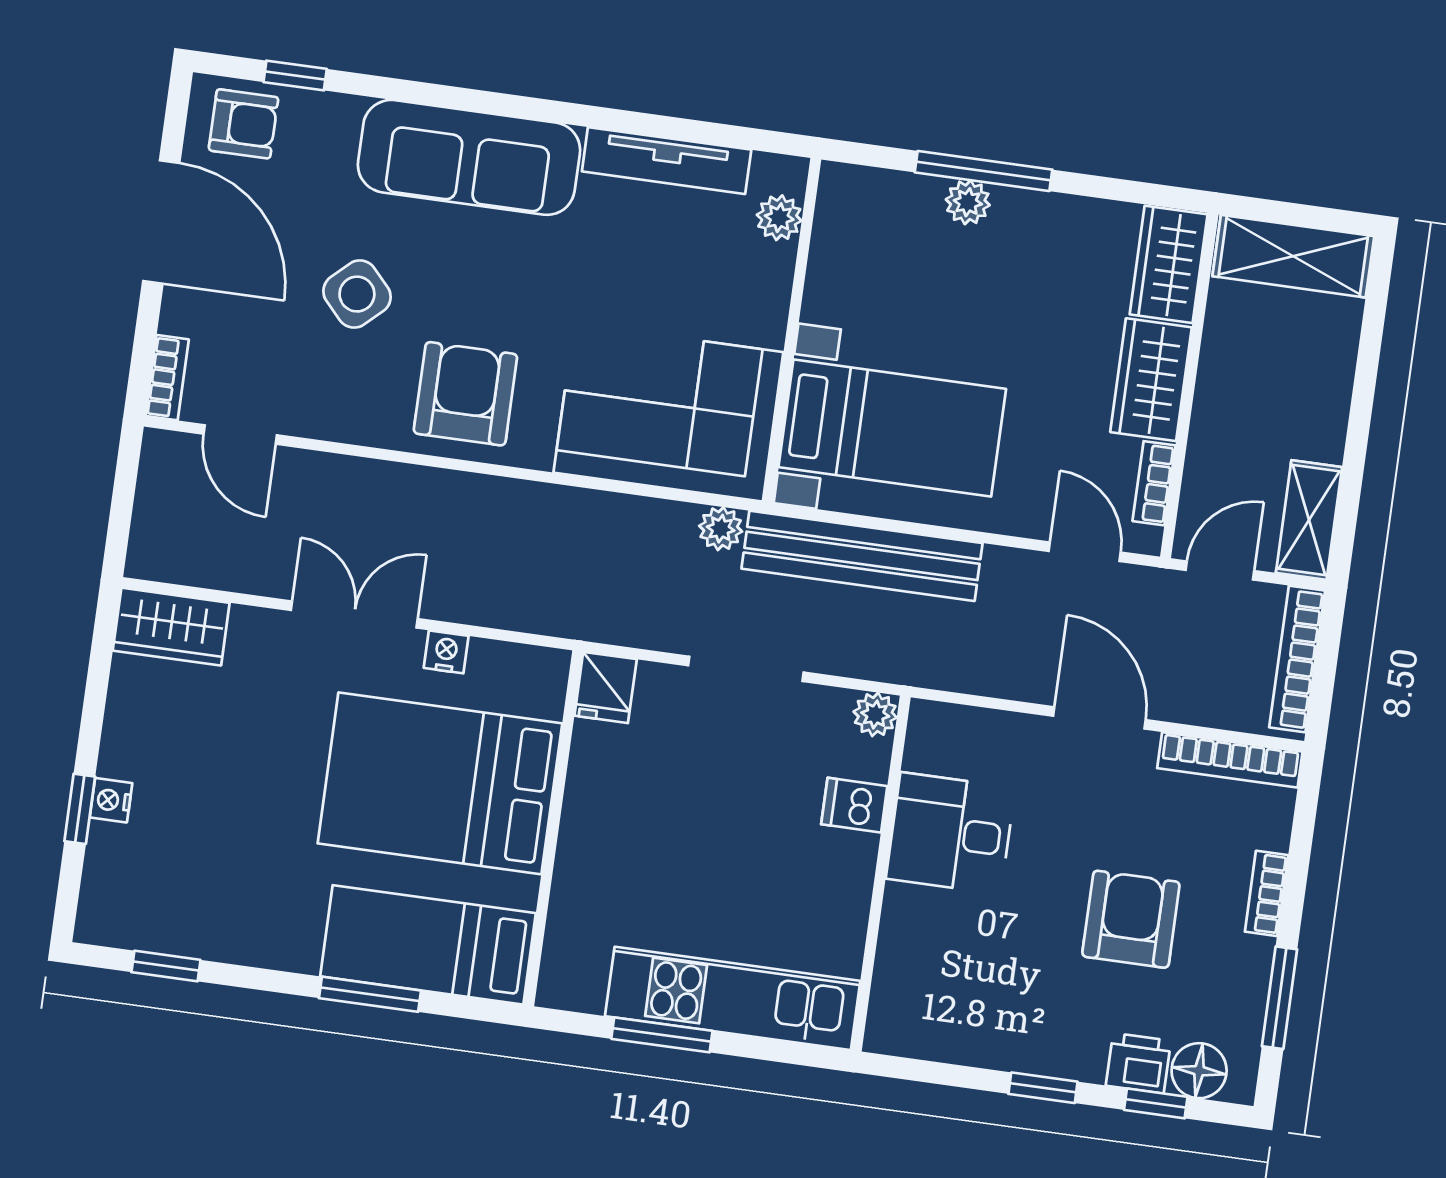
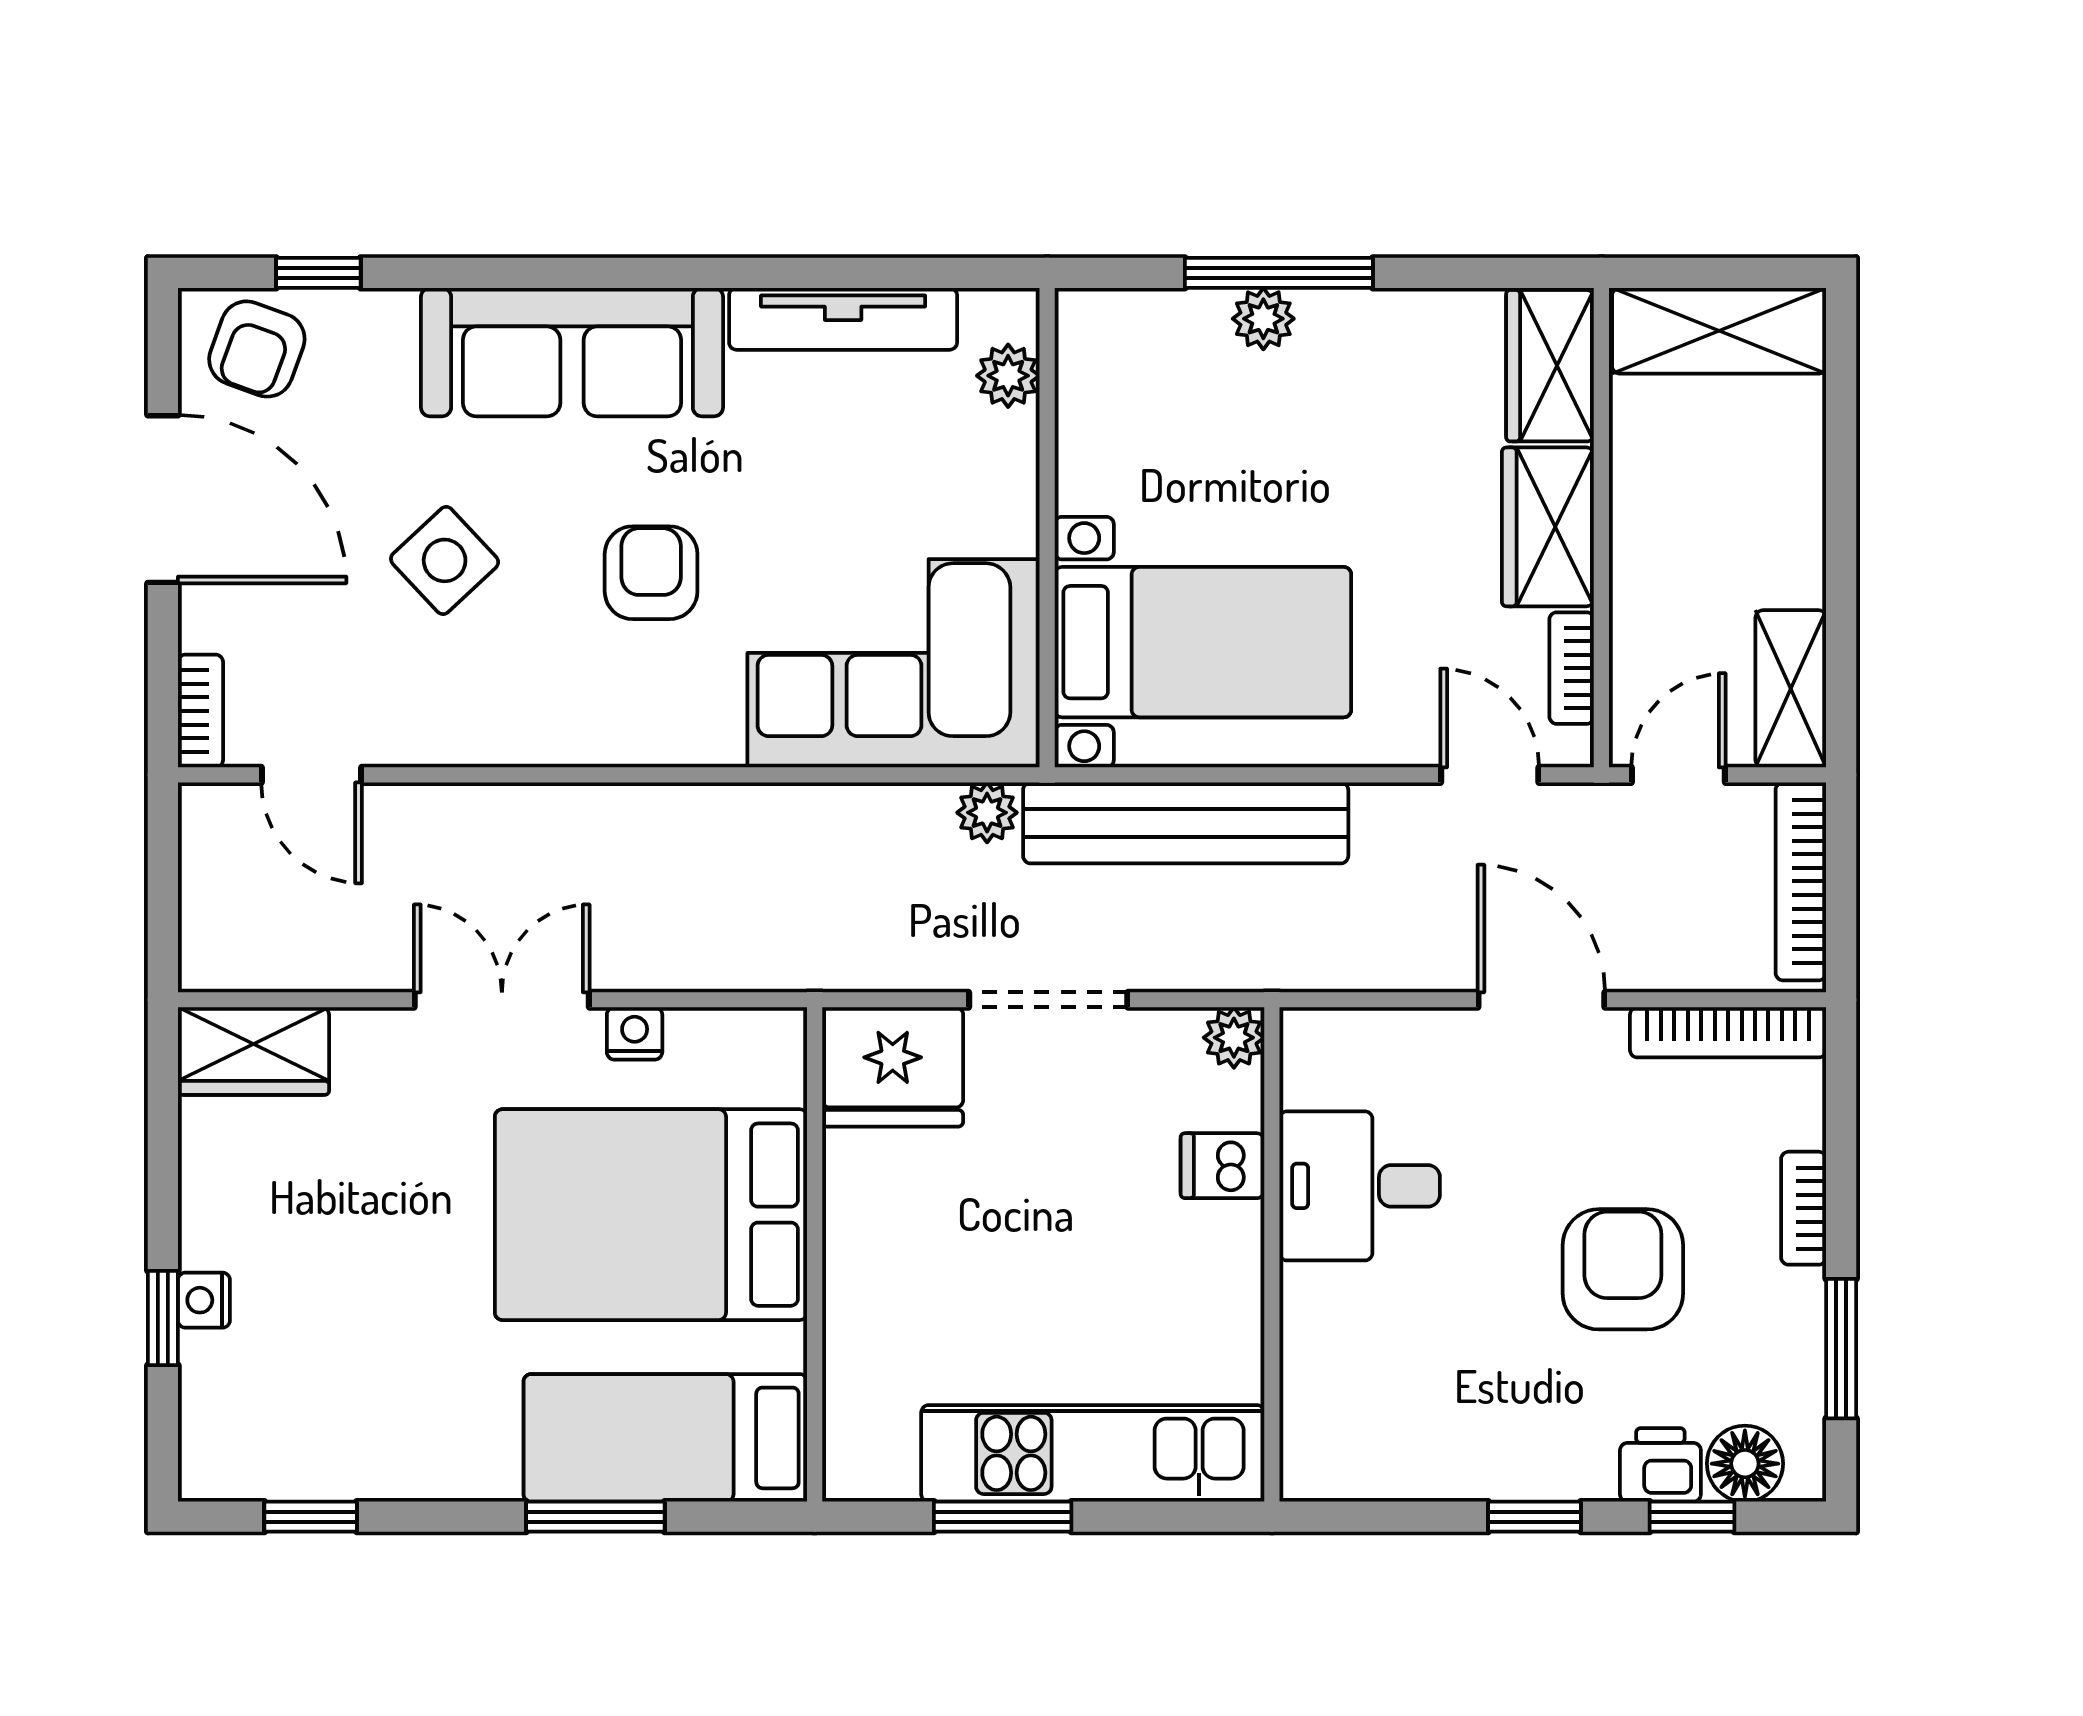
armchair: (244, 124) -> (257, 349), turned 110
armchair: (465, 394) -> (651, 573), moved, width x0.72, depth x0.72
fridge: (606, 687) -> (893, 1067), width x1.88, depth x1.34

